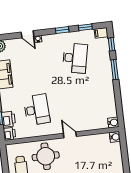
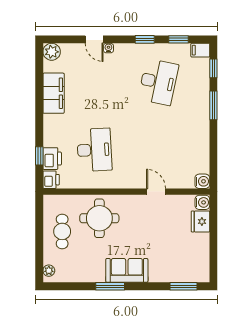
door: (70, 135) -> (156, 192), moved
fridge: (115, 150) -> (201, 221), added

